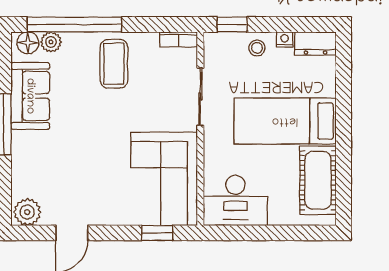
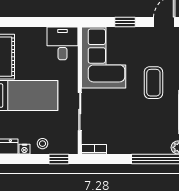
coffee table: (114, 64) -> (153, 83), moved
desk: (235, 200) -> (62, 43), width x0.73
window: (157, 233) -> (125, 22), moved

